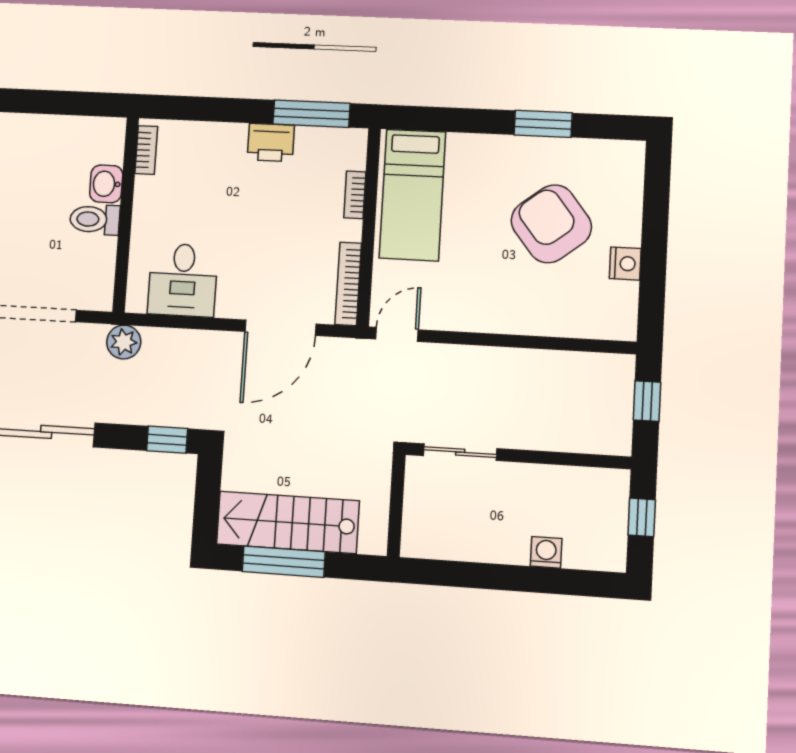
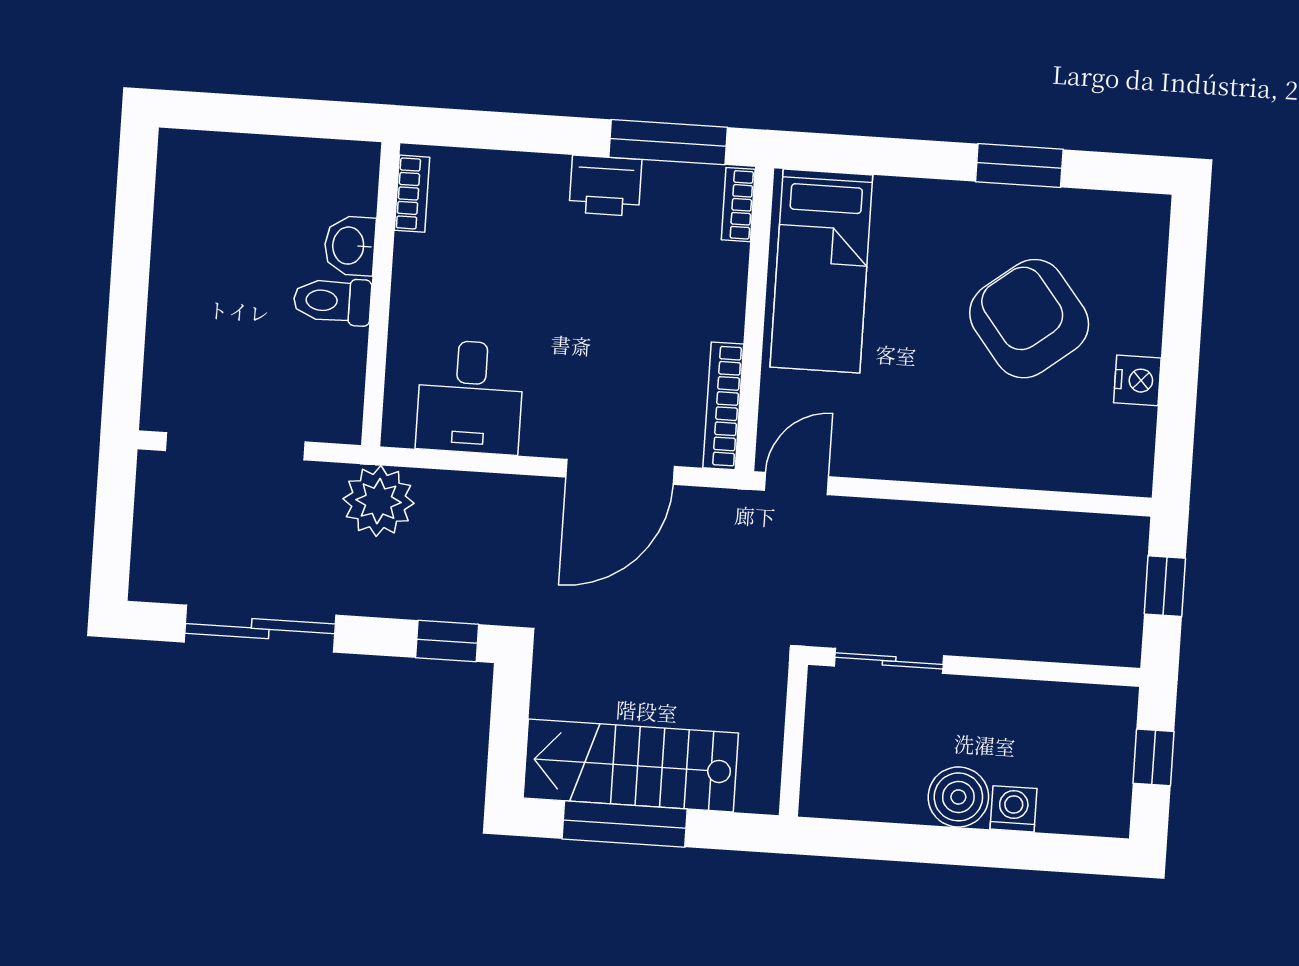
bookcase: (355, 195) -> (738, 205), moved
plant: (124, 342) -> (378, 501), width x1.36, depth x1.36
boiler: (508, 544) -> (958, 797), added

